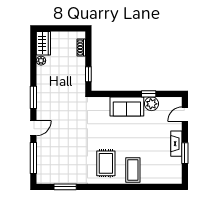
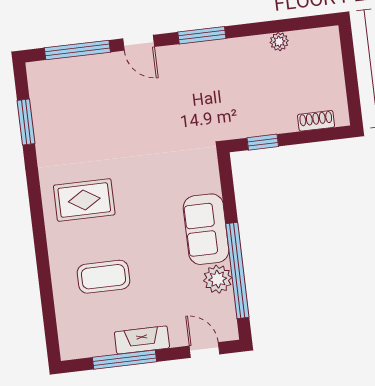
wardrobe: (43, 43) -> (316, 42), removed
window: (149, 94) -> (237, 271), width x3.17
window: (185, 153) -> (124, 360), width x1.44
coffee table: (133, 170) -> (104, 277), moved

